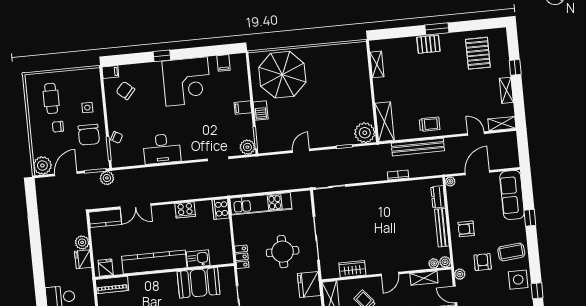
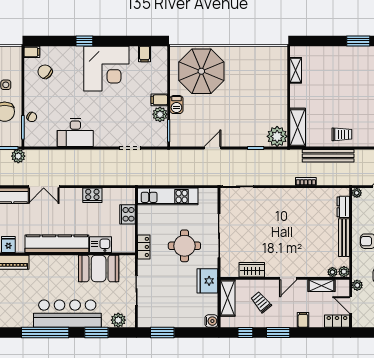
pallet: (428, 44) -> (348, 55), removed
plant: (247, 147) -> (160, 114), moved
cooker: (221, 209) -> (128, 214), moved

